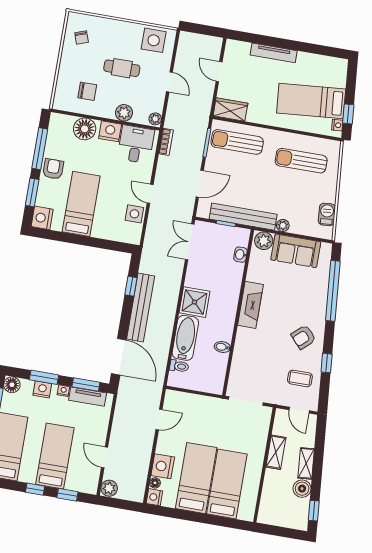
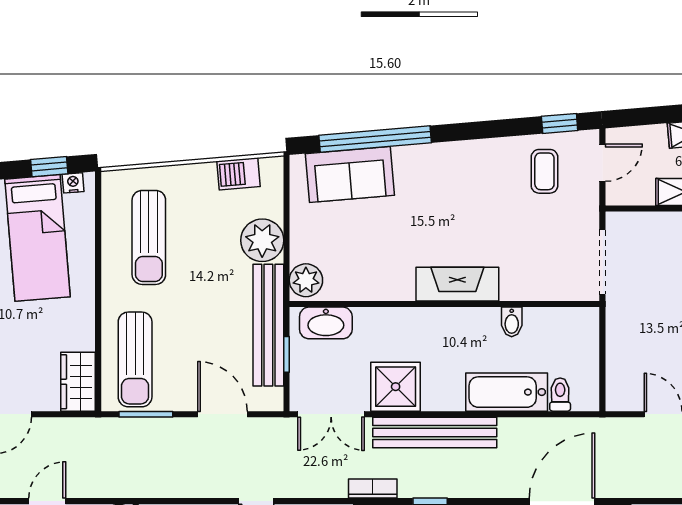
bookcase: (166, 142) -> (373, 489), moved
plant: (283, 225) -> (262, 240), width x1.88, depth x1.88
sofa: (296, 251) -> (350, 175), moved, turned 85
washbasin: (240, 255) -> (326, 323), width x1.91, depth x1.45
shower: (194, 302) -> (396, 387), moved
fireplace: (250, 305) -> (457, 284), moved
bench: (141, 308) -> (435, 432), moved
armchair: (303, 337) -> (468, 178), removed
window: (327, 363) -> (560, 123), moved

